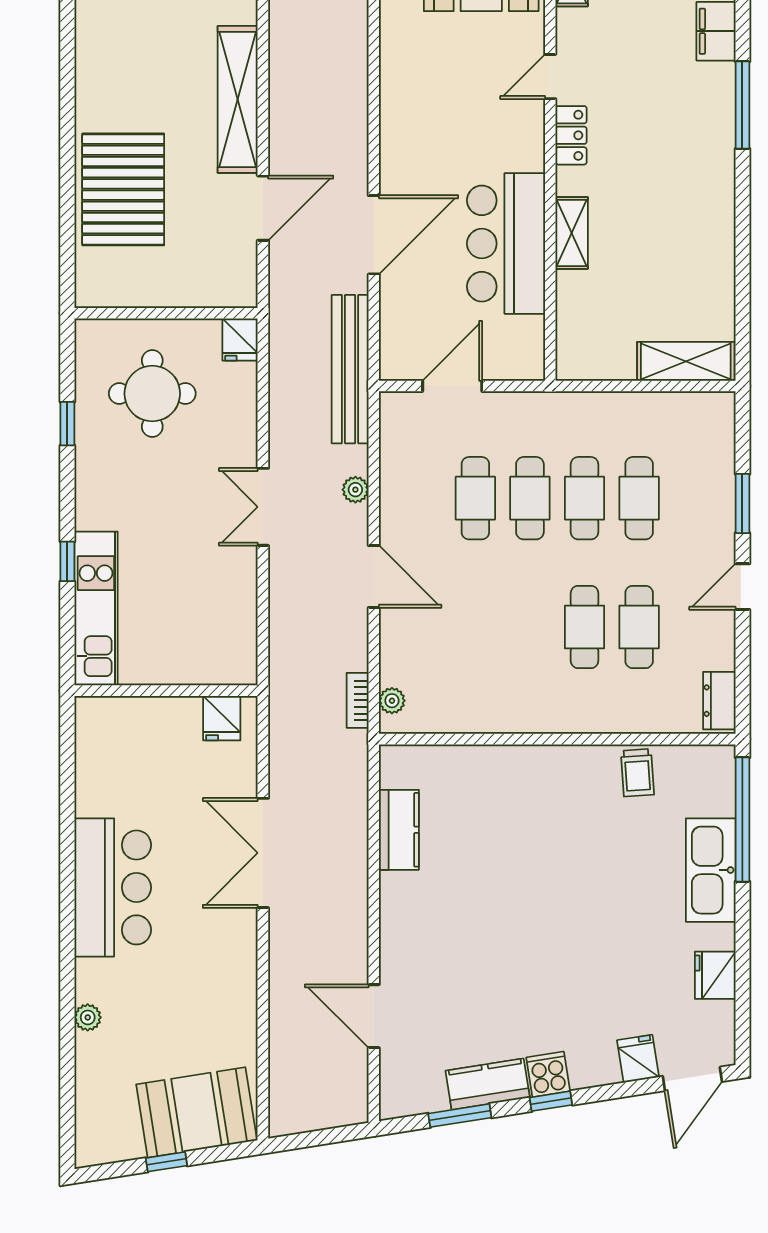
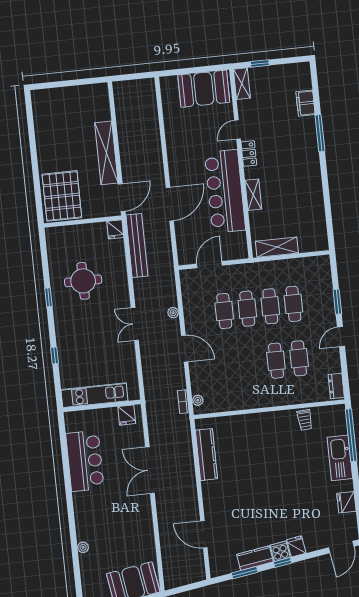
bar counter: (506, 244) -> (225, 191), width x1.36
wall: (166, 313) -> (83, 222), moved
fridge: (240, 340) -> (115, 229), moved
shelving: (686, 361) -> (277, 247), moved
bench: (350, 369) -> (137, 245), moved
kitchen unit: (96, 608) -> (94, 395), moved, turned -90
kitchen counter: (399, 830) -> (206, 455), width x1.50
bar counter: (113, 887) -> (85, 461), moved
fridge: (638, 1059) -> (296, 546), moved

